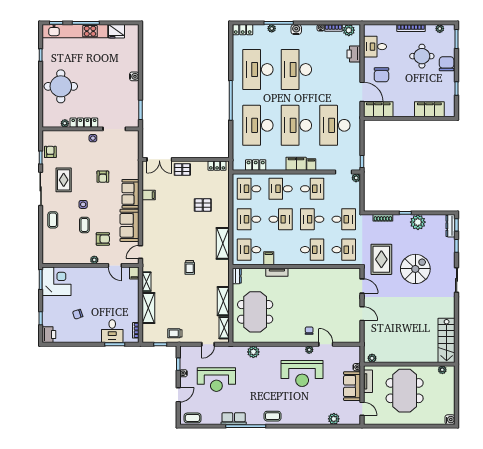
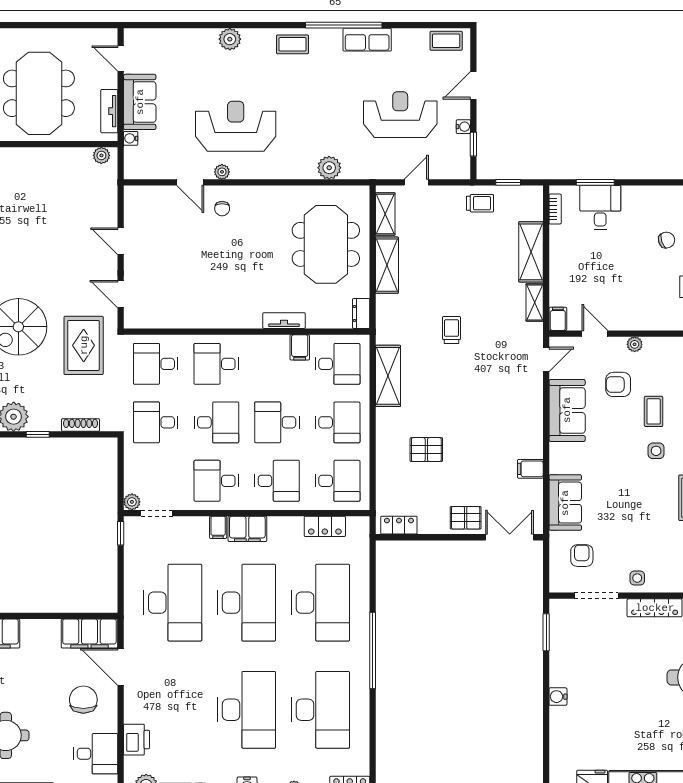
armchair: (103, 177) -> (582, 556), moved
sofa: (130, 194) -> (565, 503), moved
plant: (334, 419) -> (230, 39), moved

